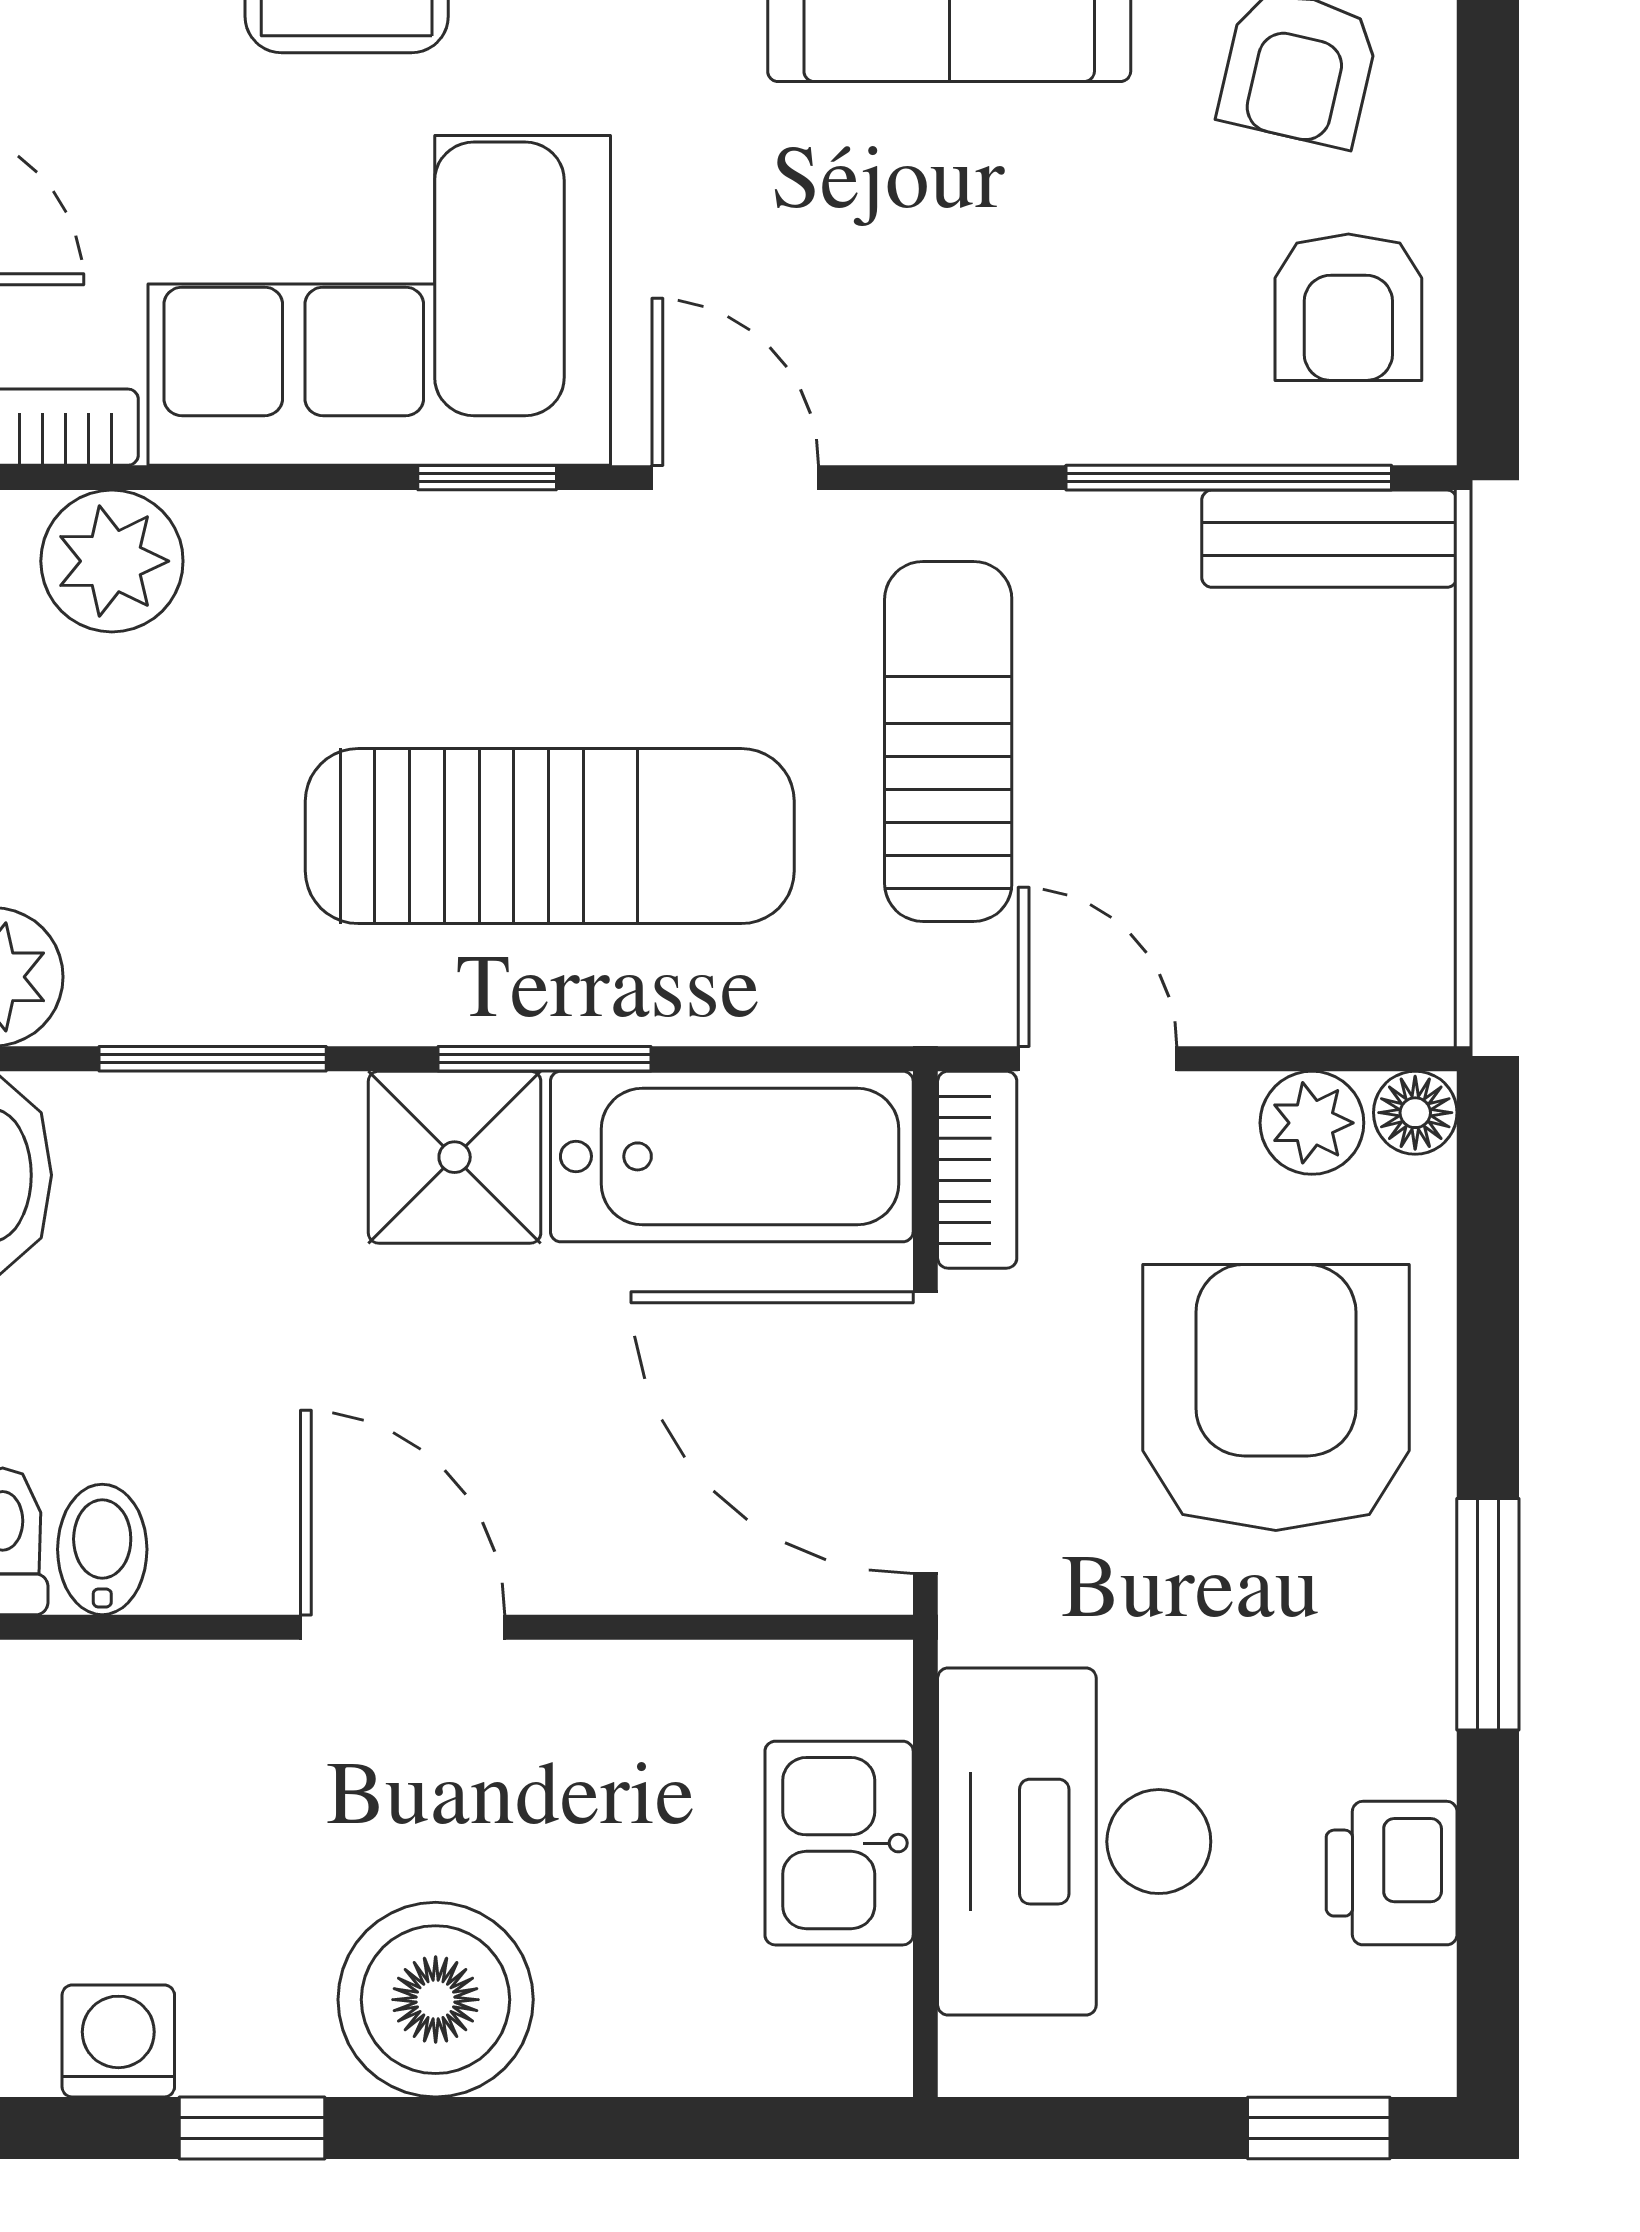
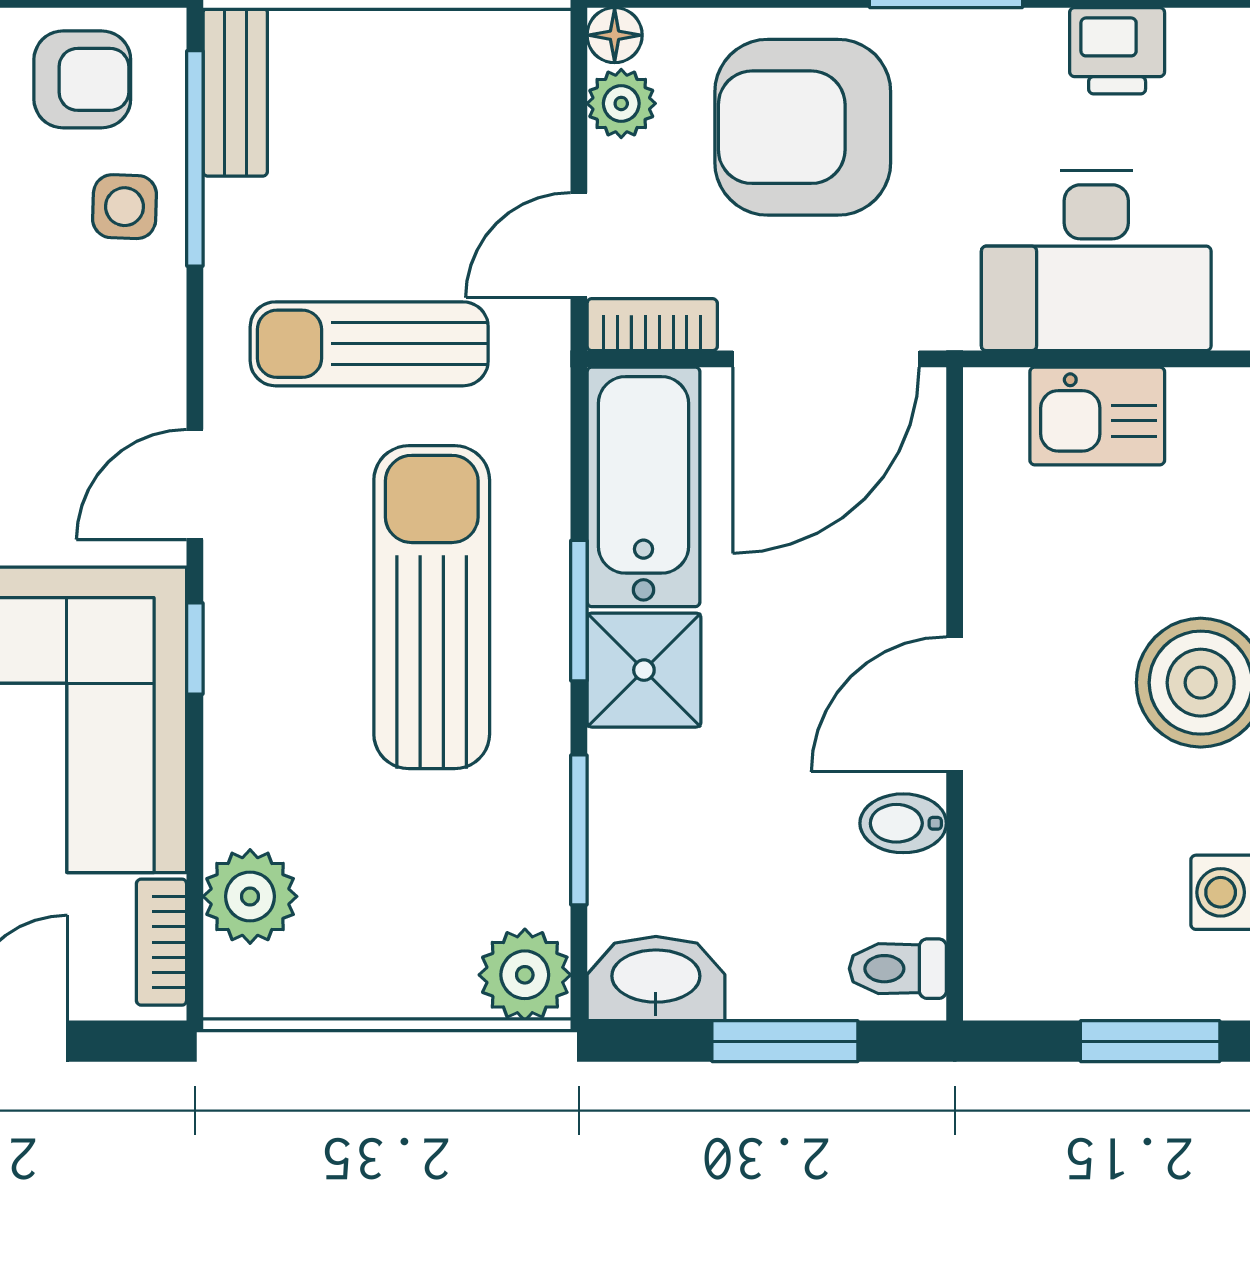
side table: (1156, 371) -> (125, 207), added
bidet: (102, 1549) -> (903, 823), moved

